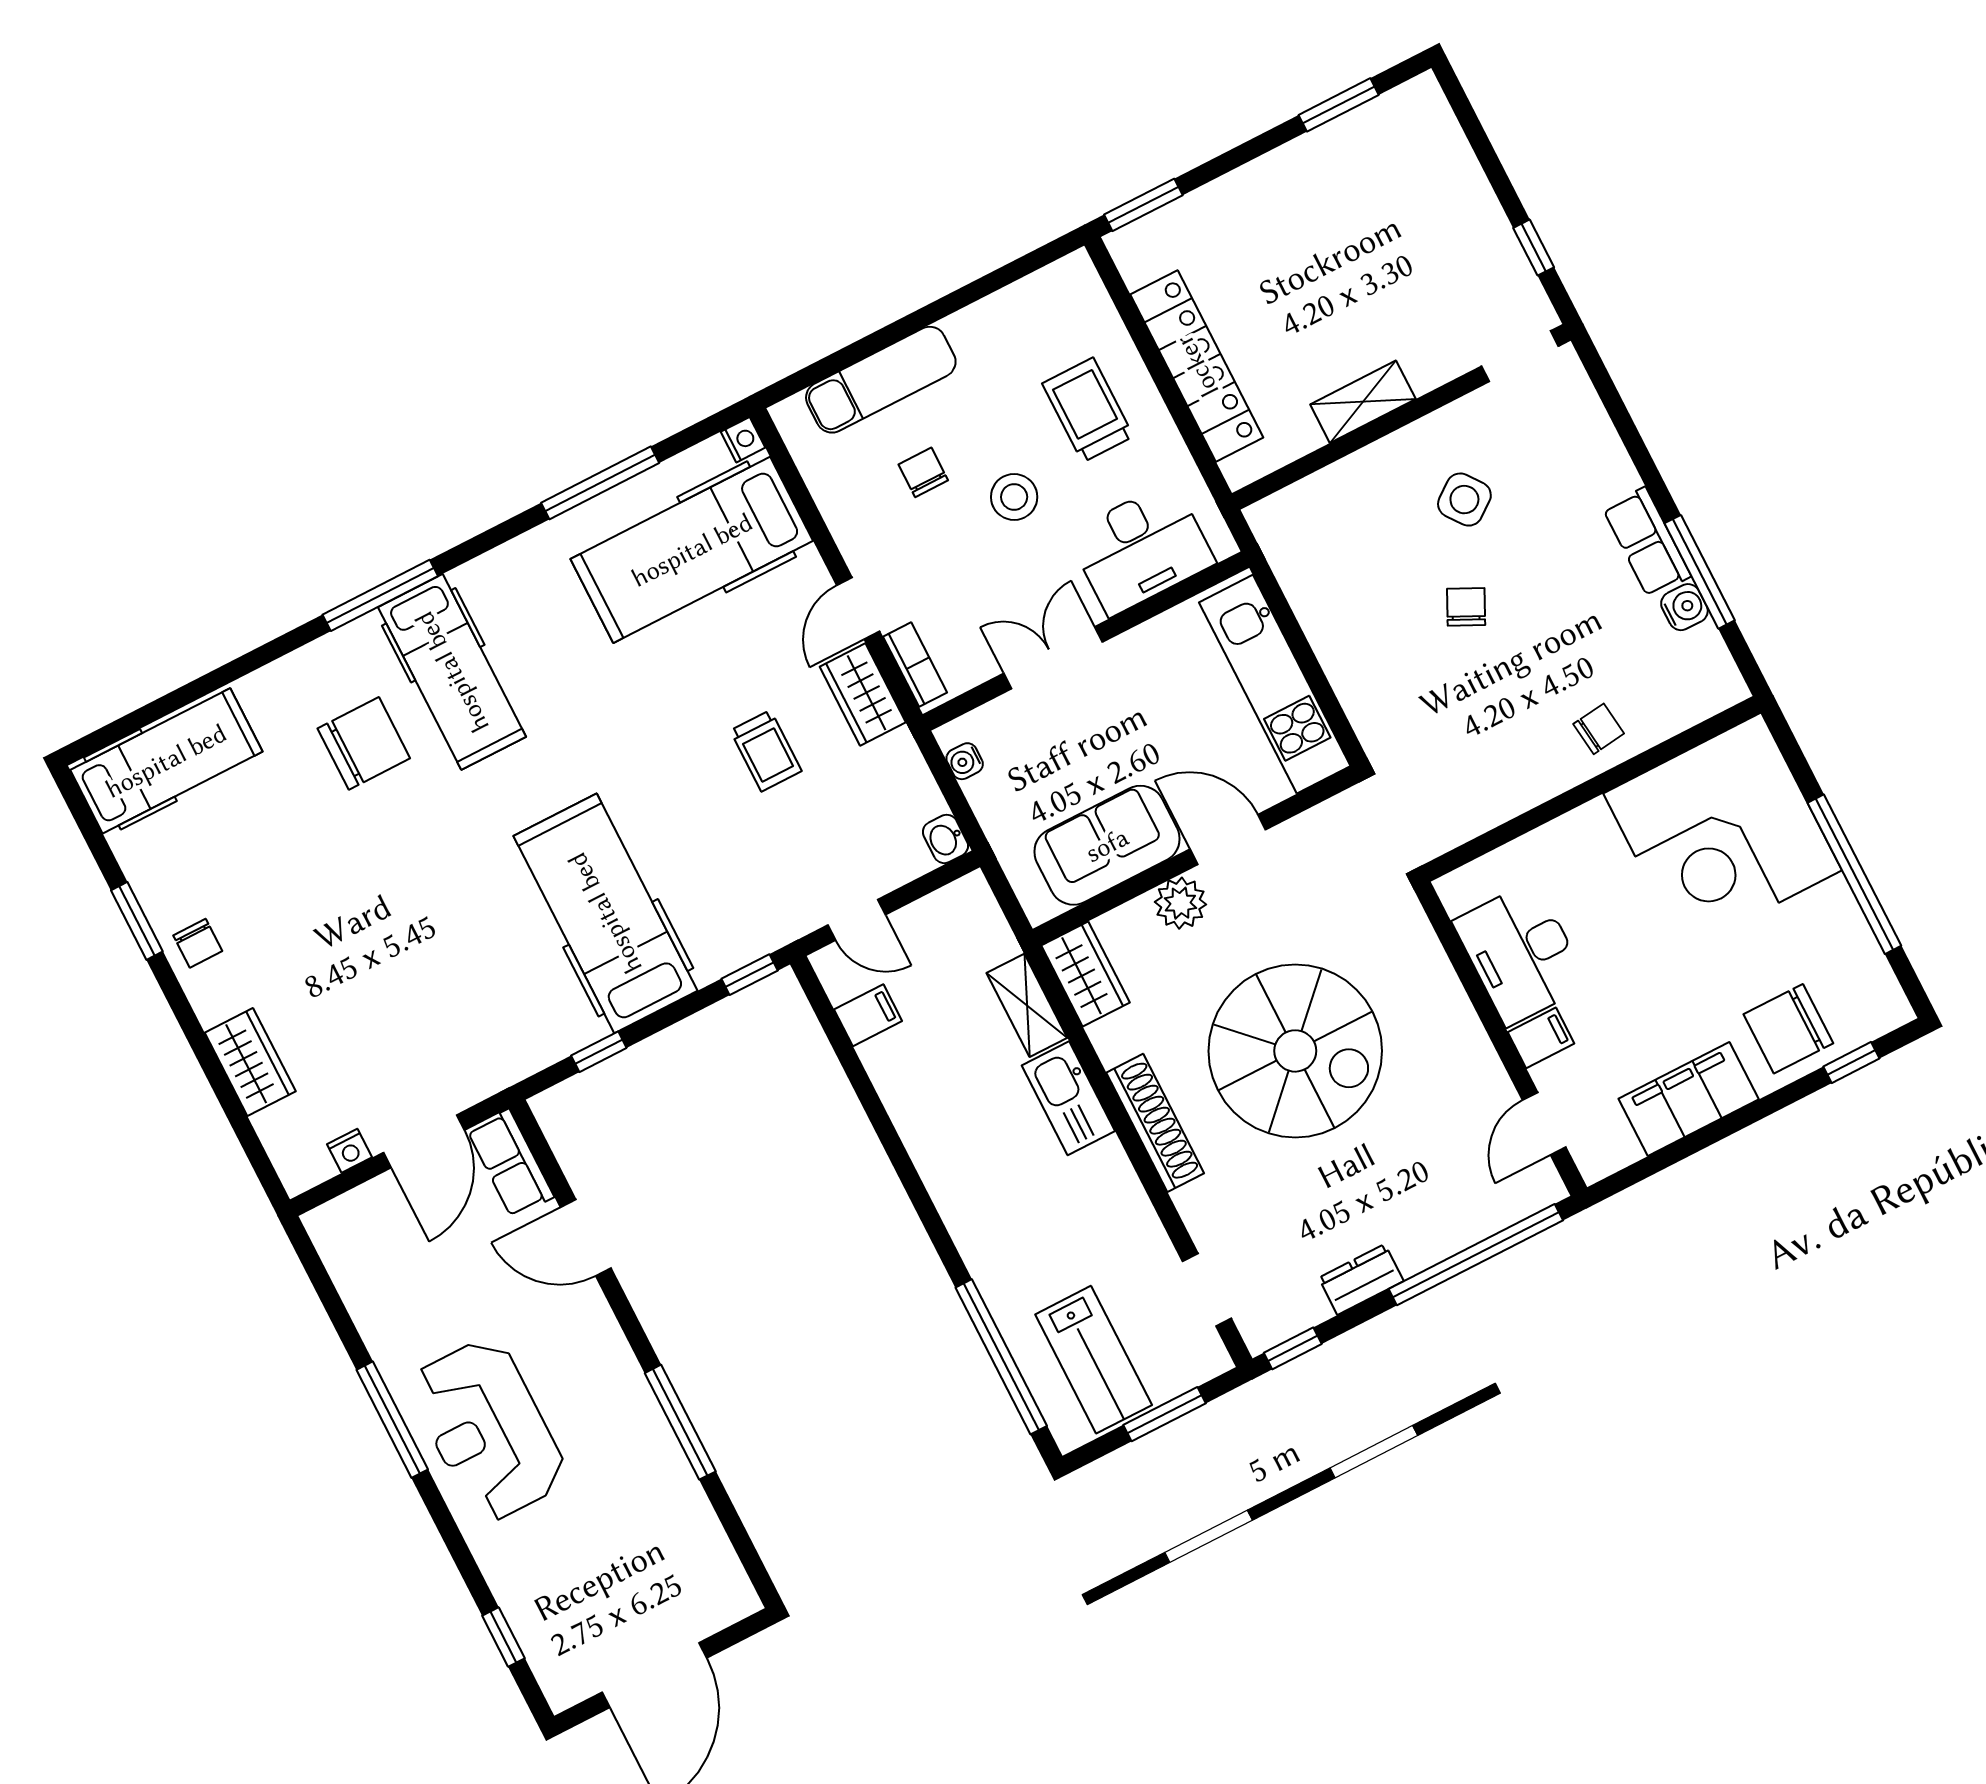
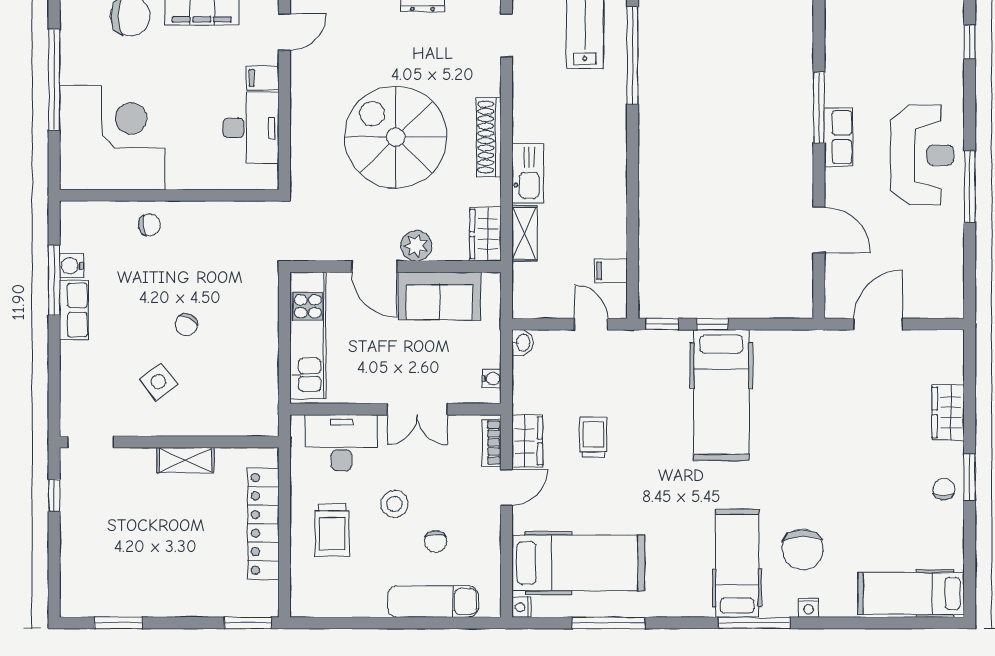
chair: (1599, 729) -> (149, 225), turned 180
chair: (364, 743) -> (803, 549), turned -92
window: (137, 921) -> (970, 477), moved
window: (599, 1052) -> (712, 324), moved
nightstand: (349, 1151) -> (808, 608), moved, turned 180
row of seats: (511, 1163) -> (839, 137), moved

